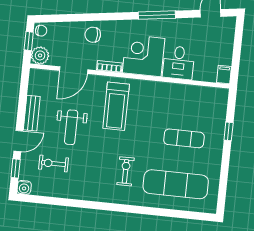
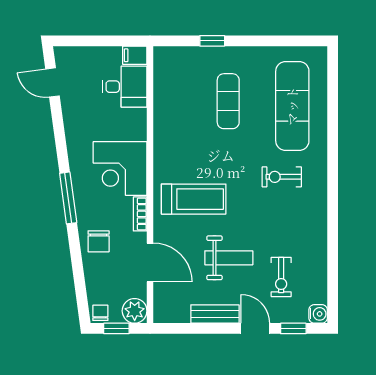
window: (157, 15) -> (68, 198), moved
desk: (179, 63) -> (125, 87), moved

